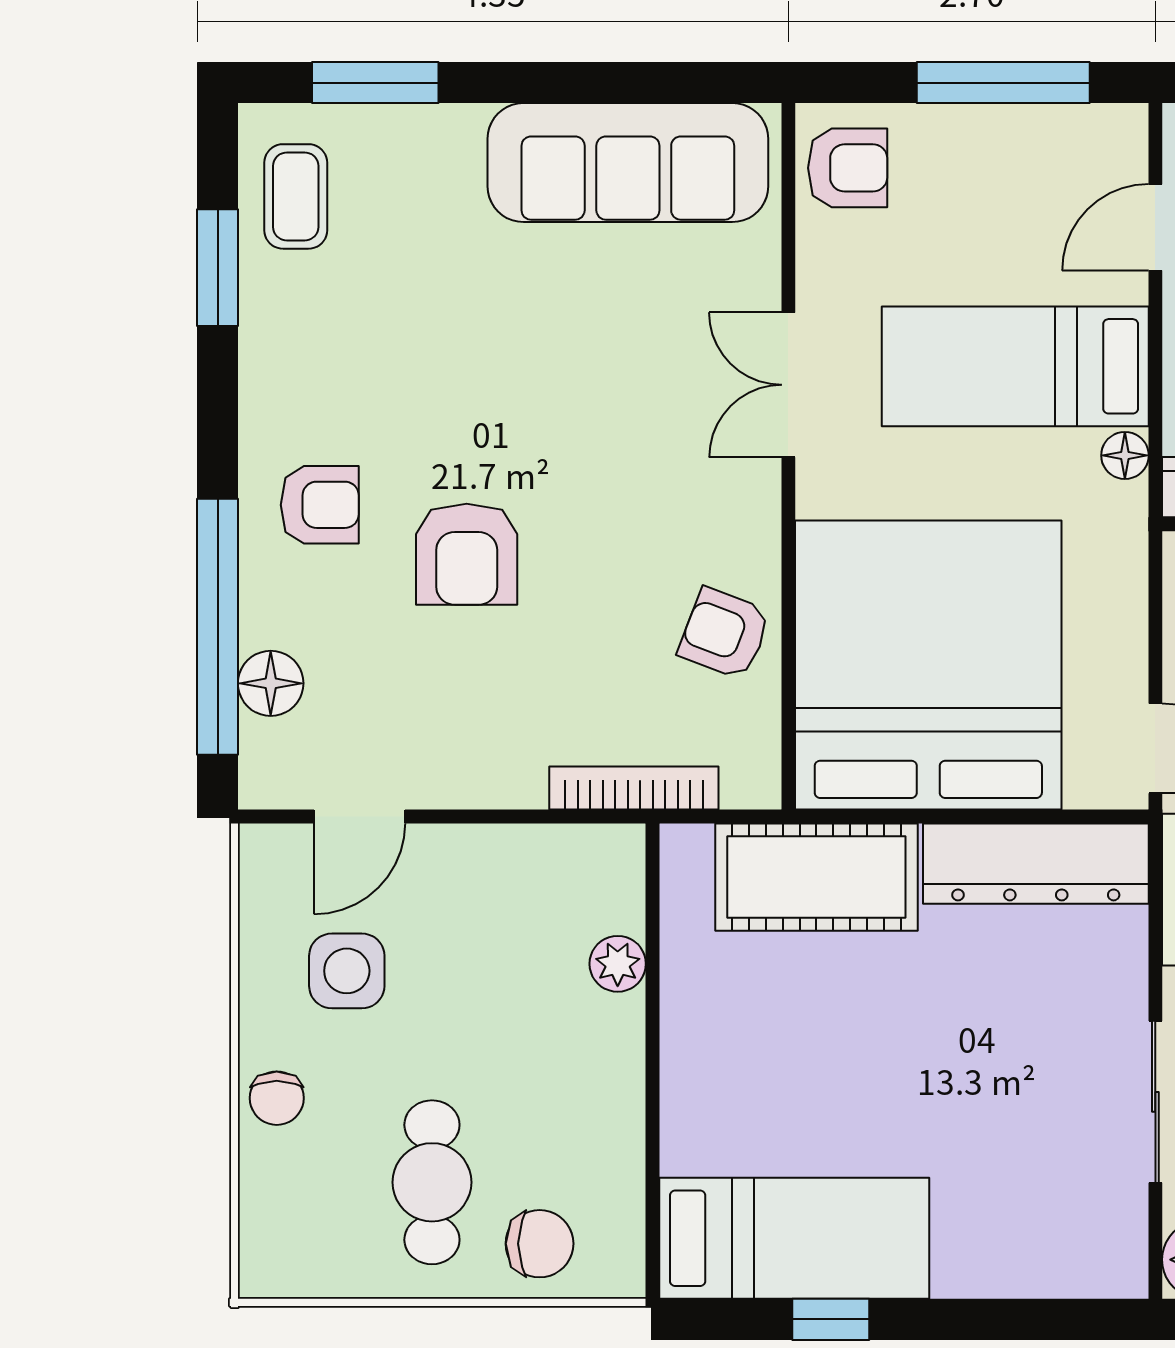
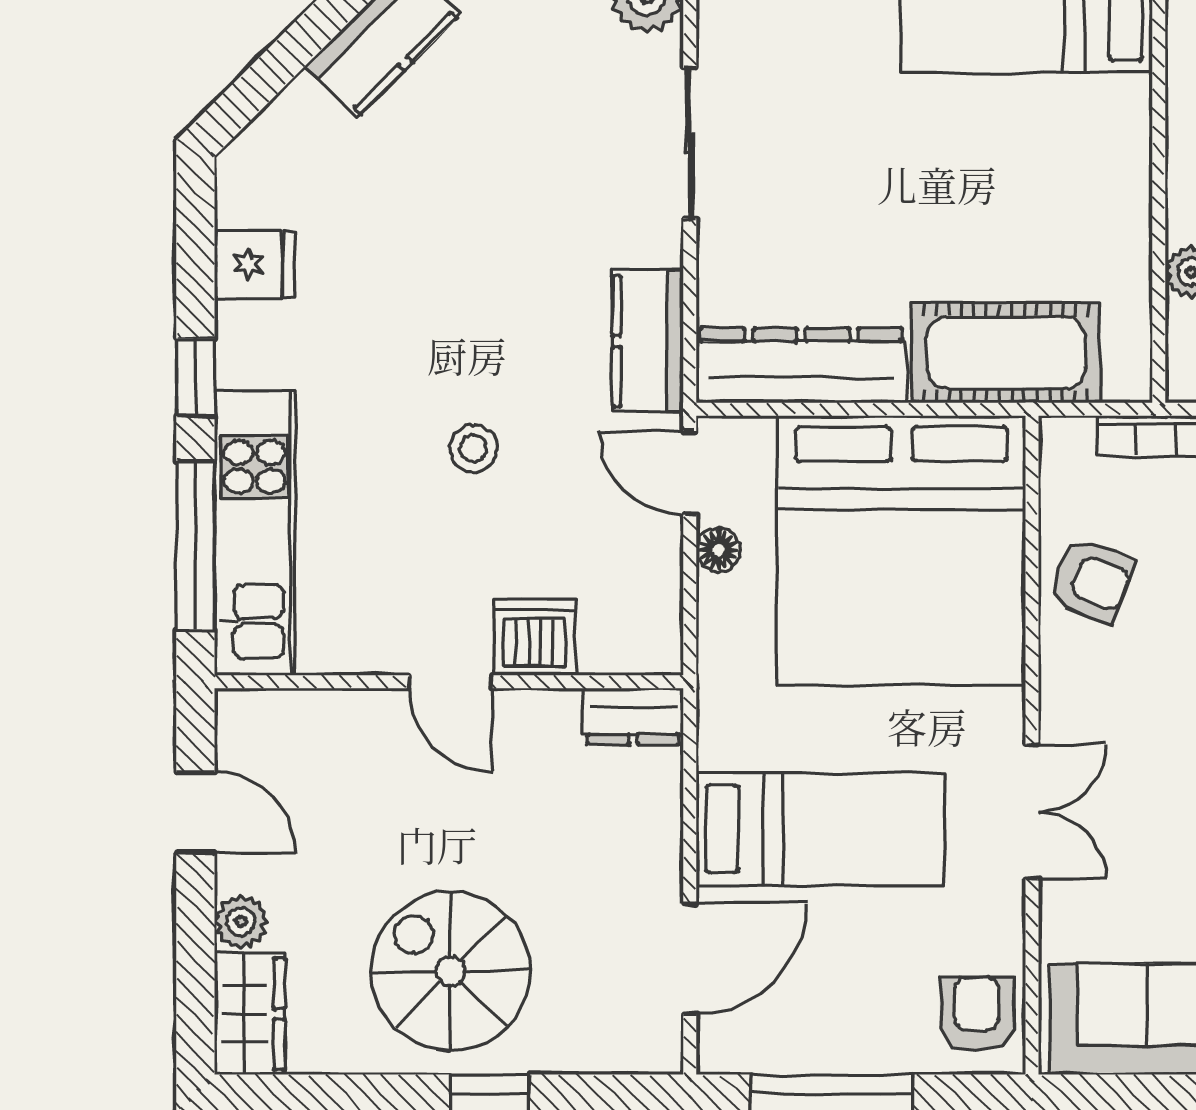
armchair: (848, 168) -> (977, 1014), turned 90
door: (1155, 227) -> (690, 959), width x1.38
floor lamp: (1125, 455) -> (718, 550), moved

